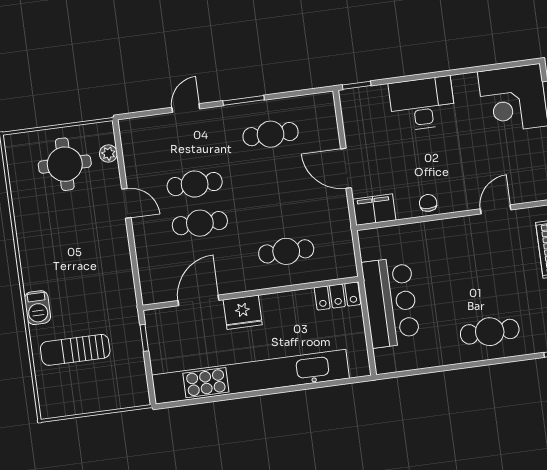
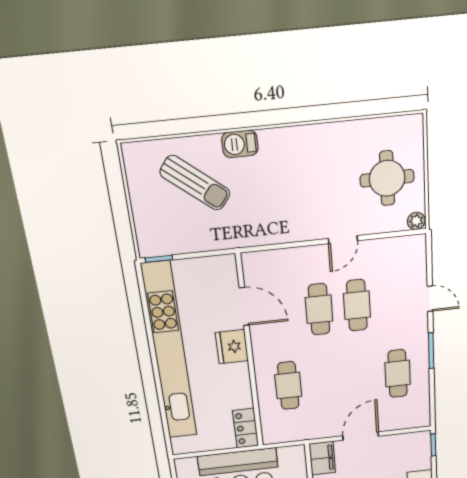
plant: (108, 154) -> (416, 221), moved
window: (144, 338) -> (159, 259), moved
sun lounger: (75, 350) -> (195, 183), turned 128

